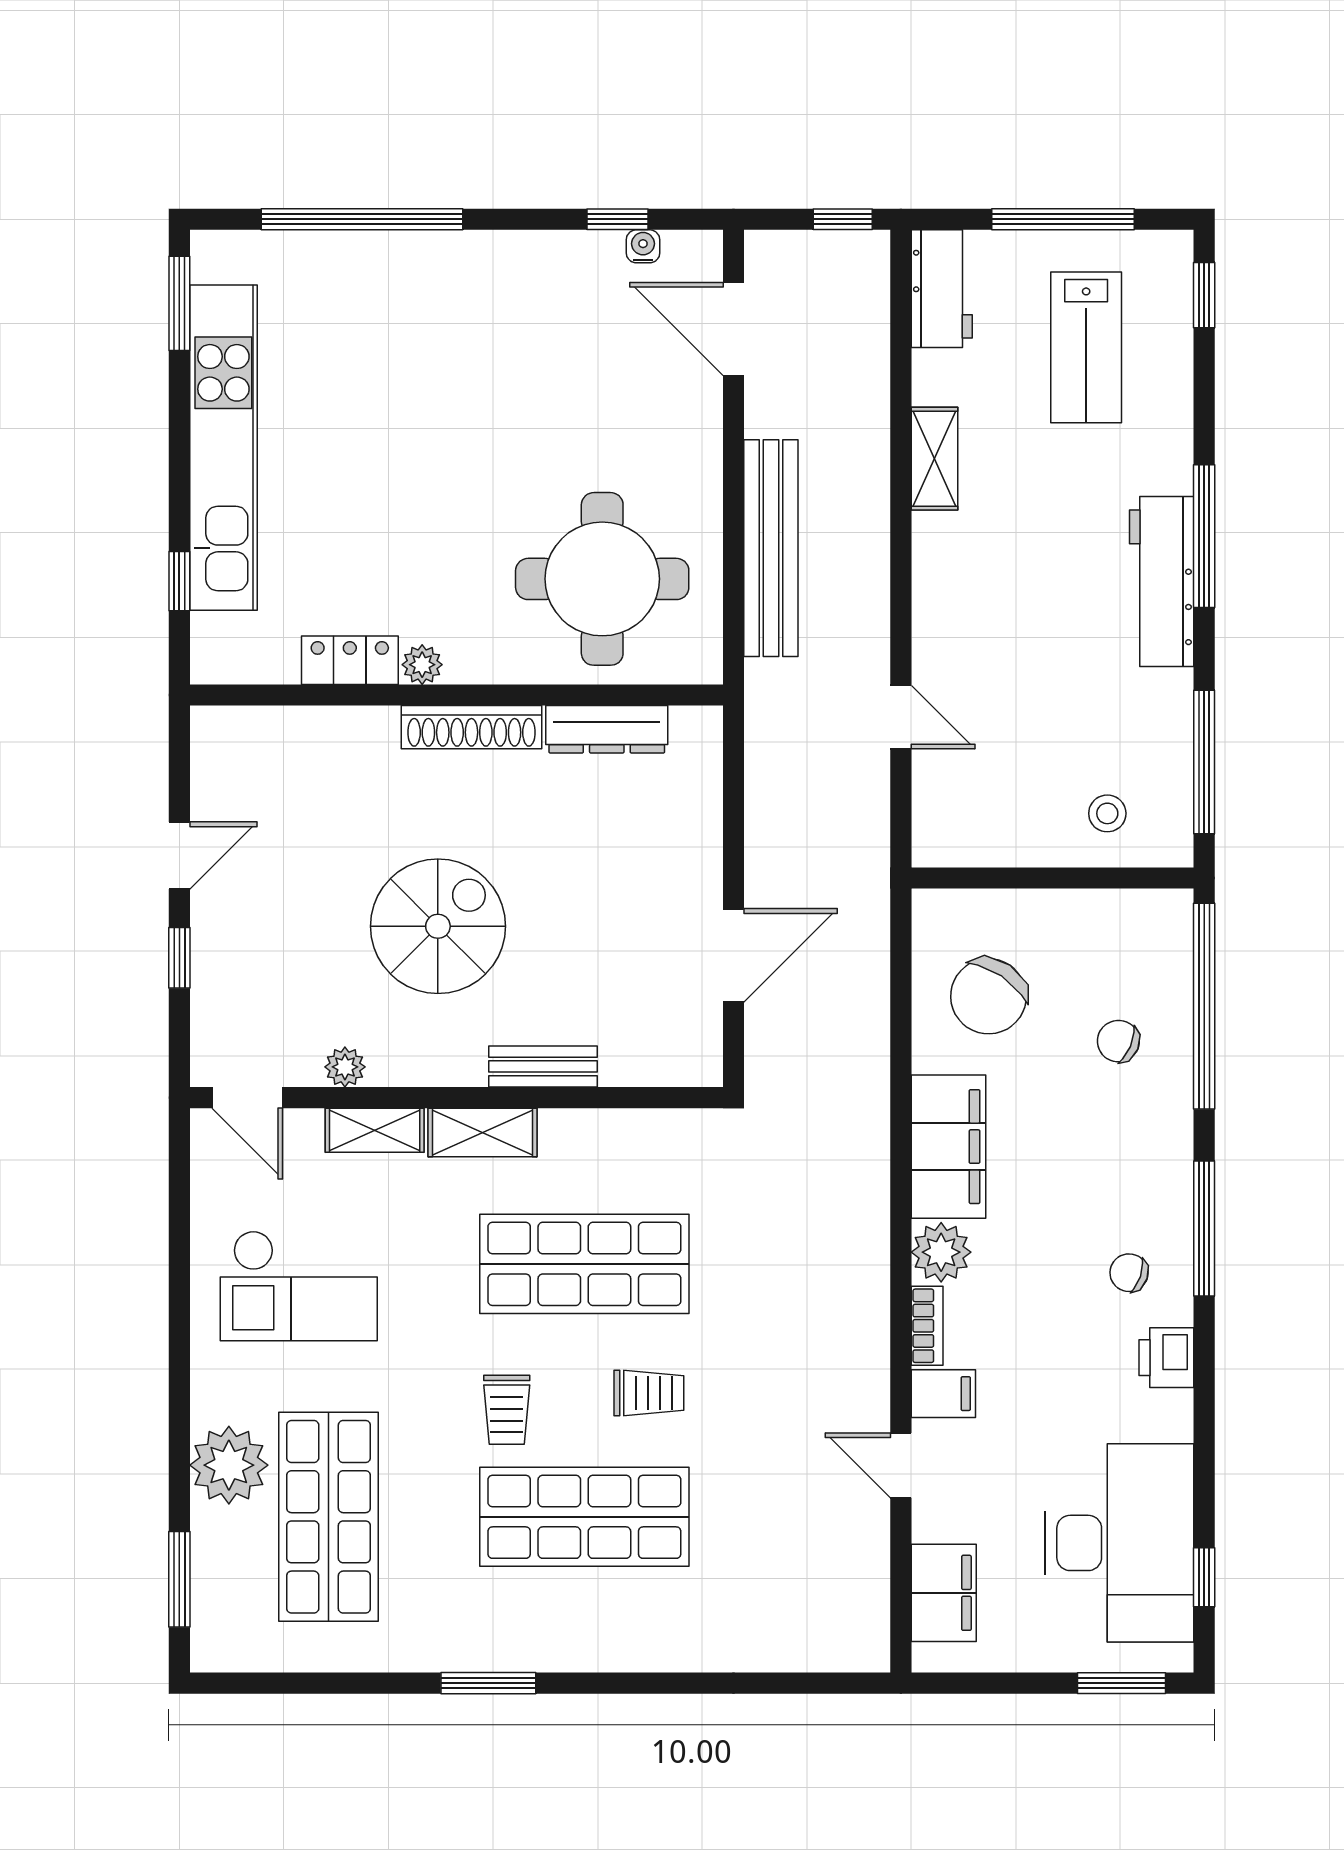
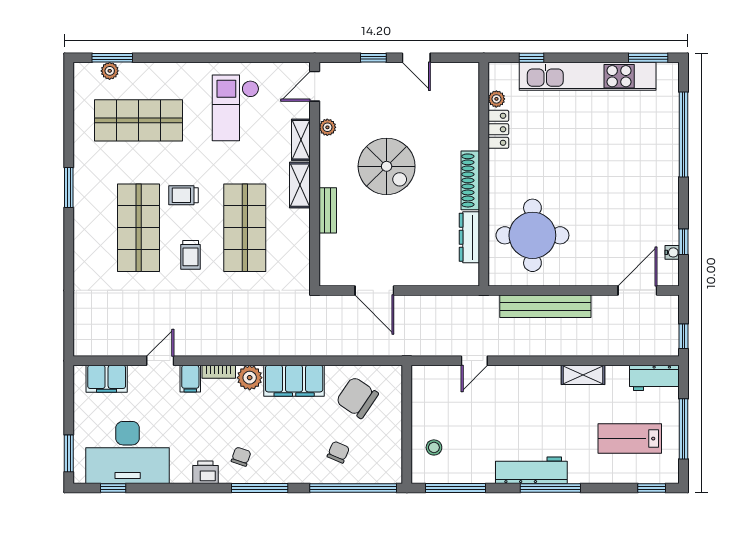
plant: (422, 665) -> (496, 99), moved
plant: (229, 1465) -> (110, 71), moved, width x0.53, depth x0.53

